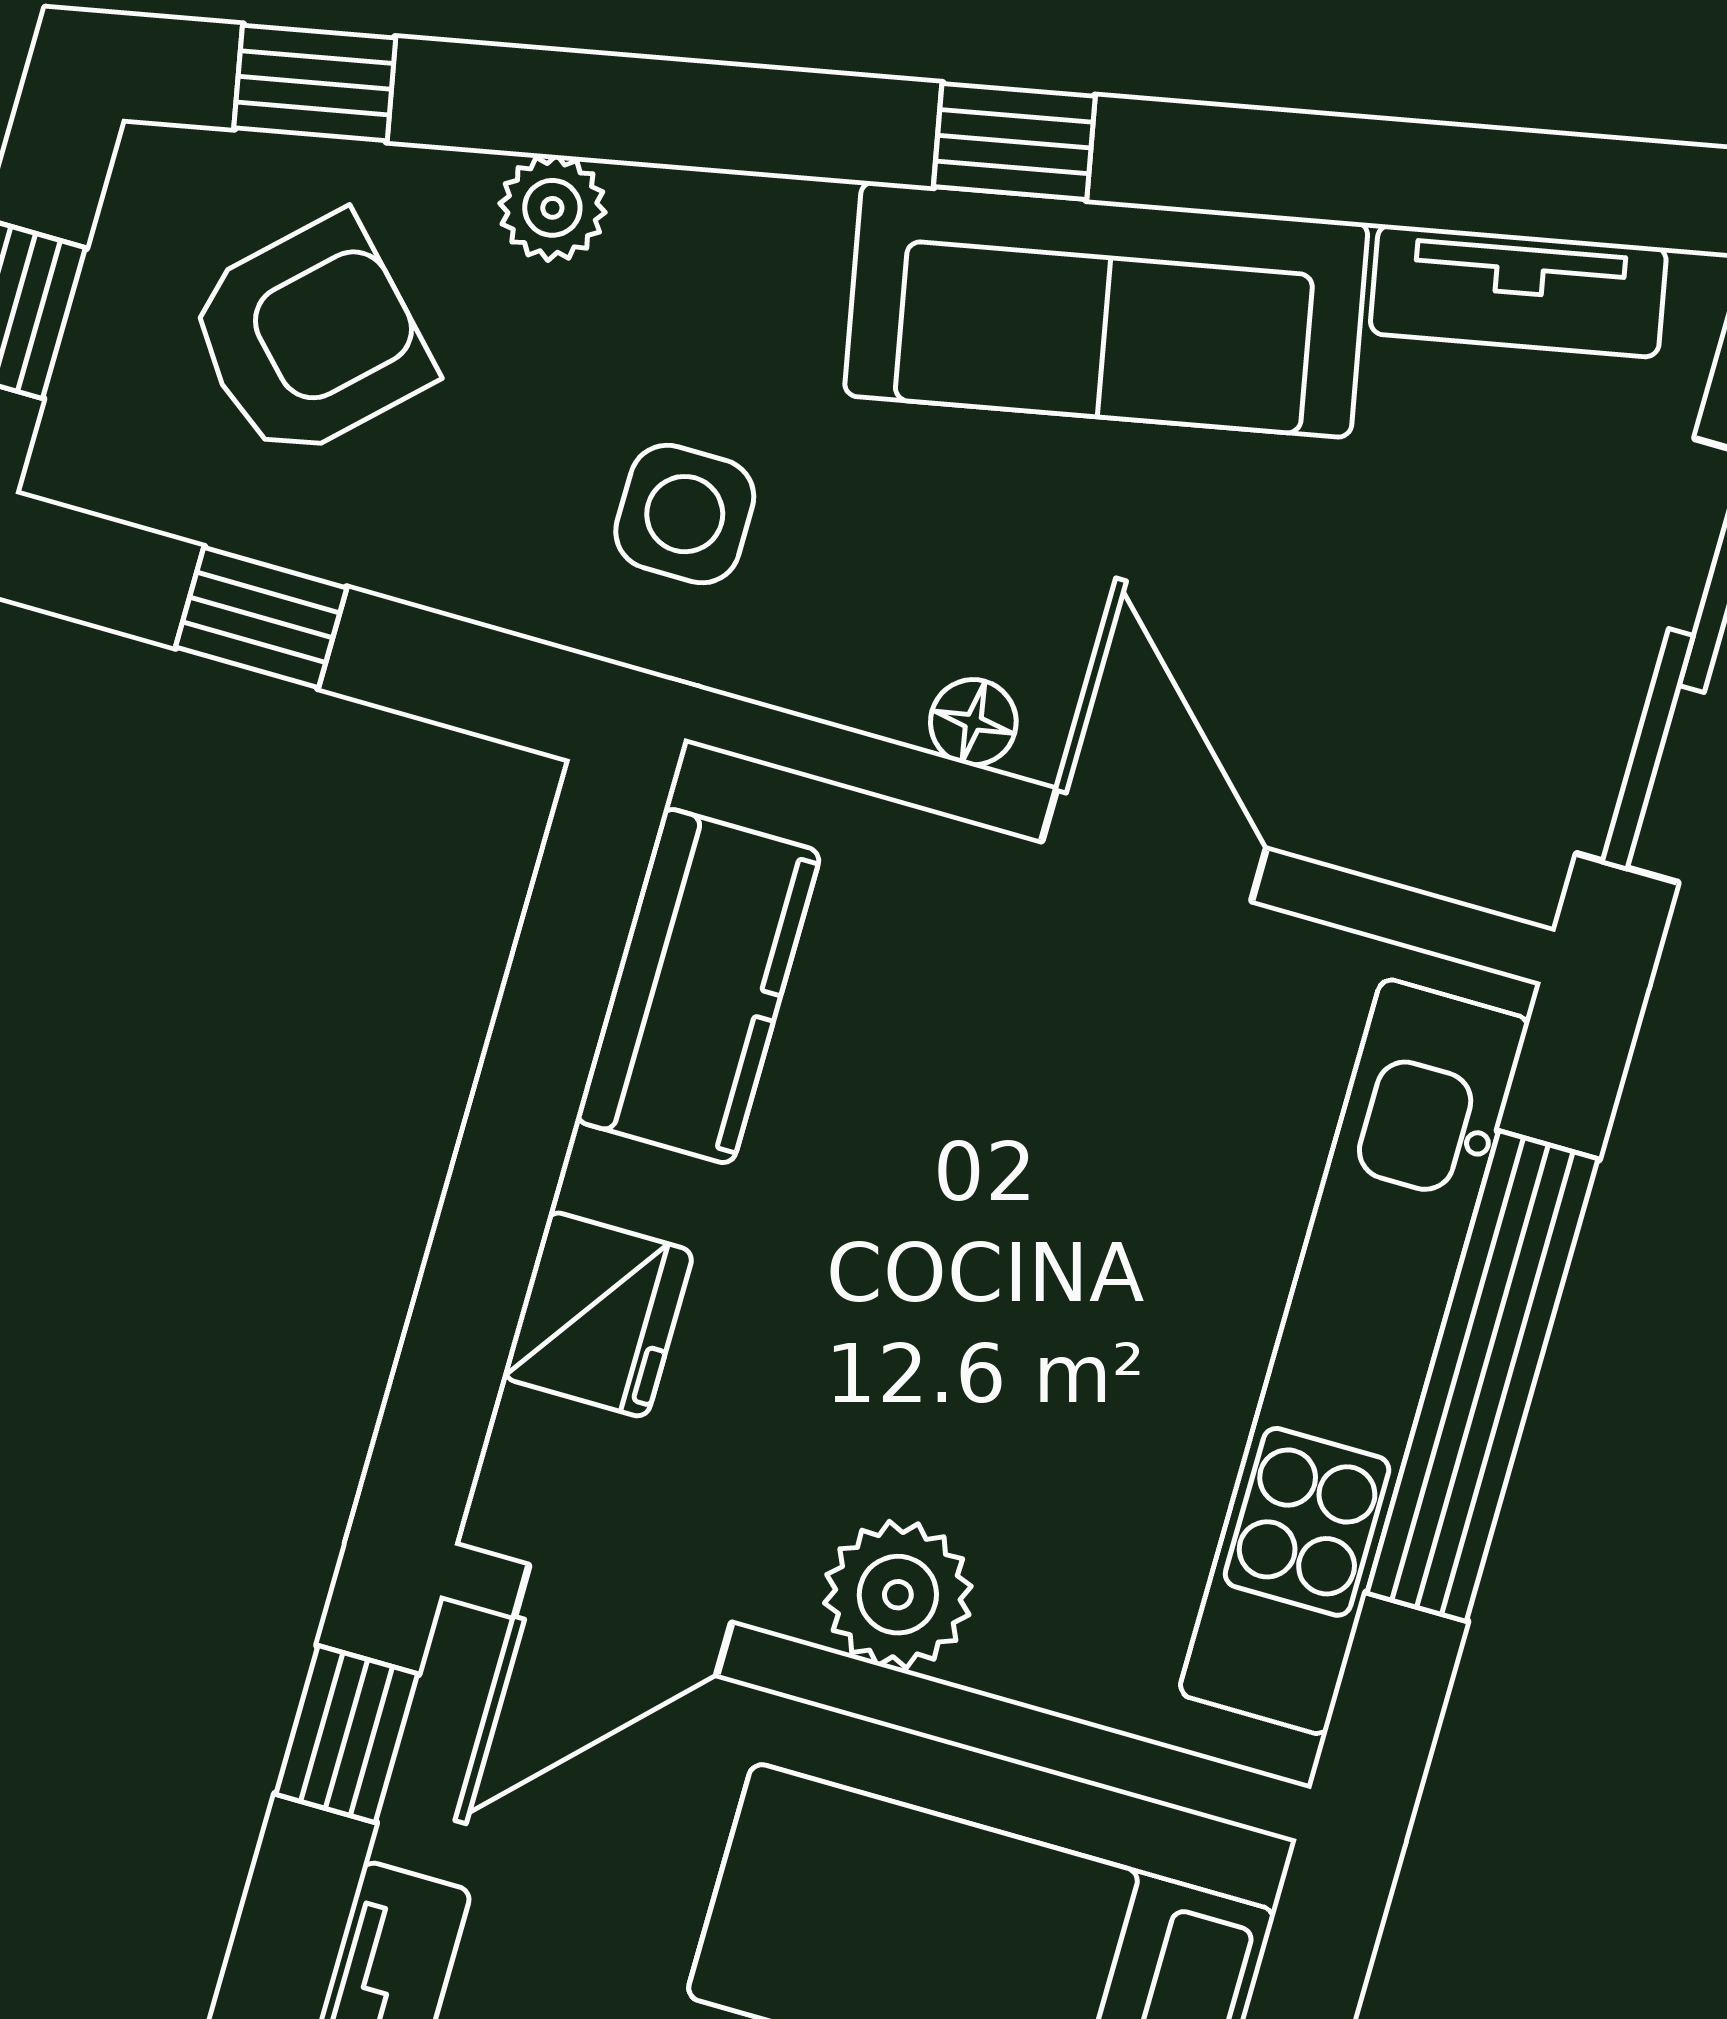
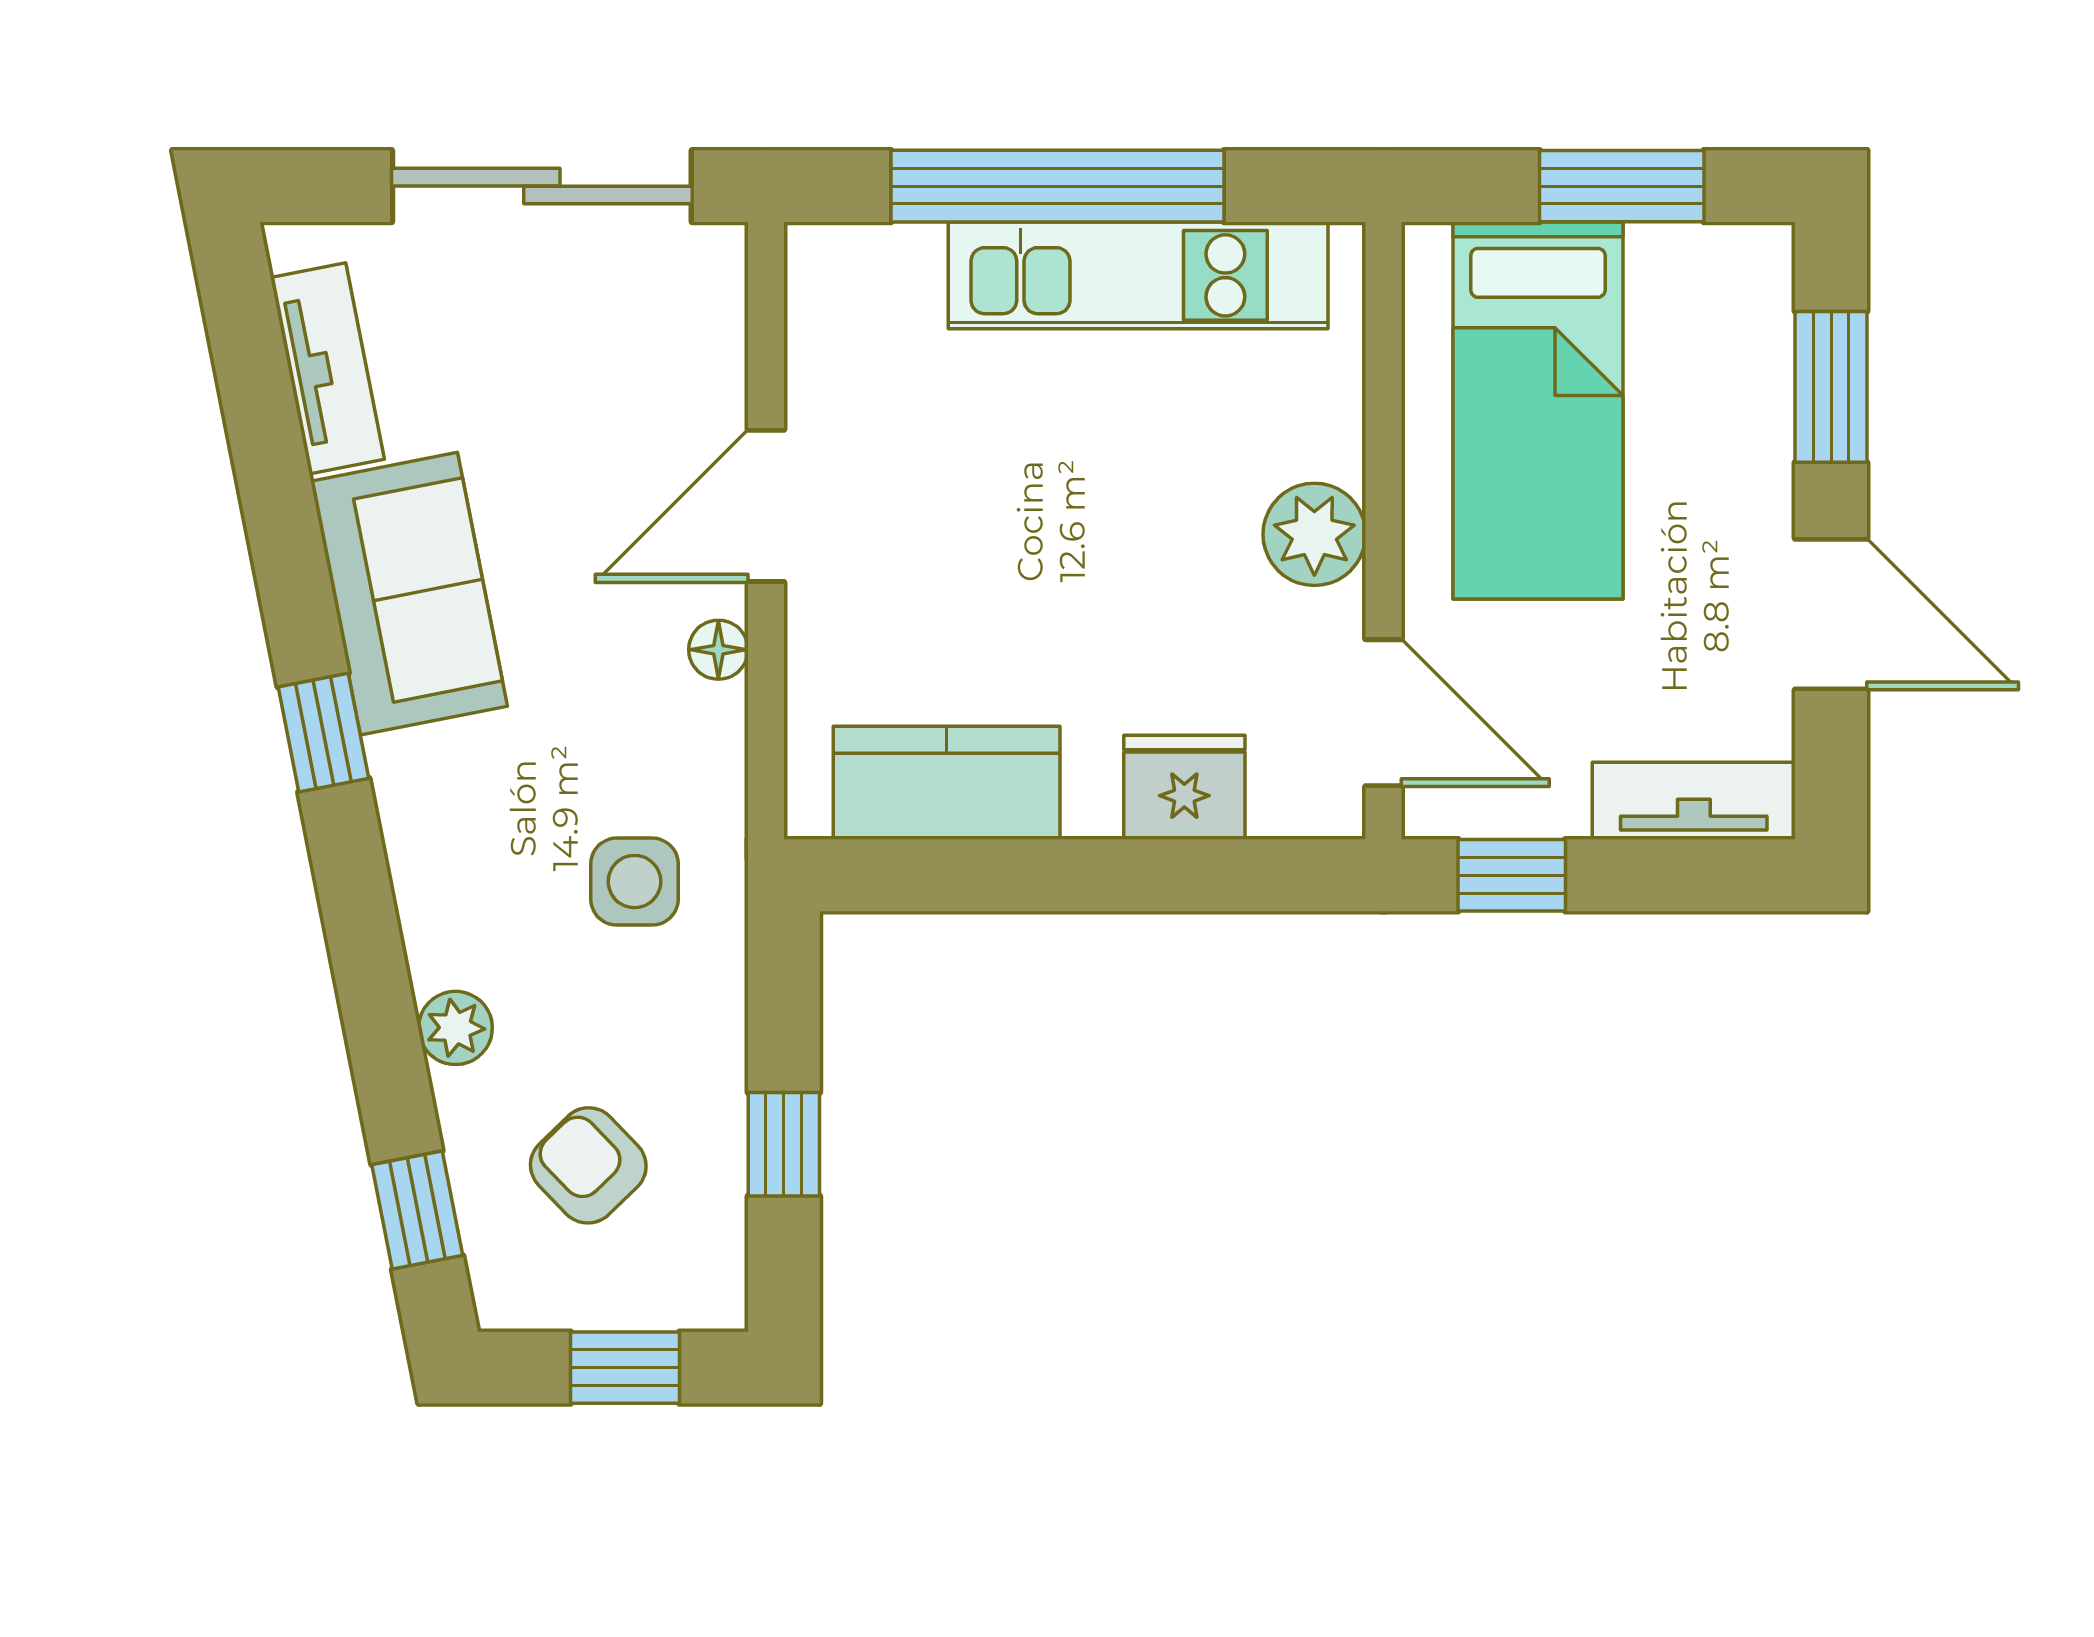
sofa: (1106, 309) -> (409, 594), width x0.73
armchair: (309, 338) -> (588, 1165), width x0.72, depth x0.72
kitchen unit: (1354, 1357) -> (1138, 275), width x0.73

